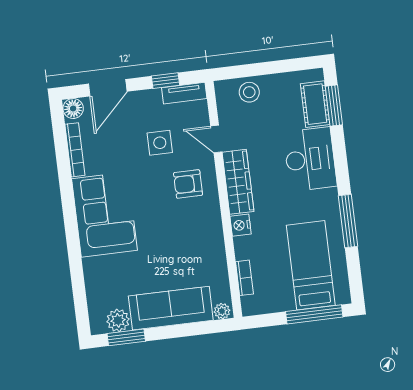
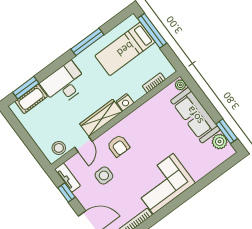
stool: (249, 92) -> (59, 148), moved

